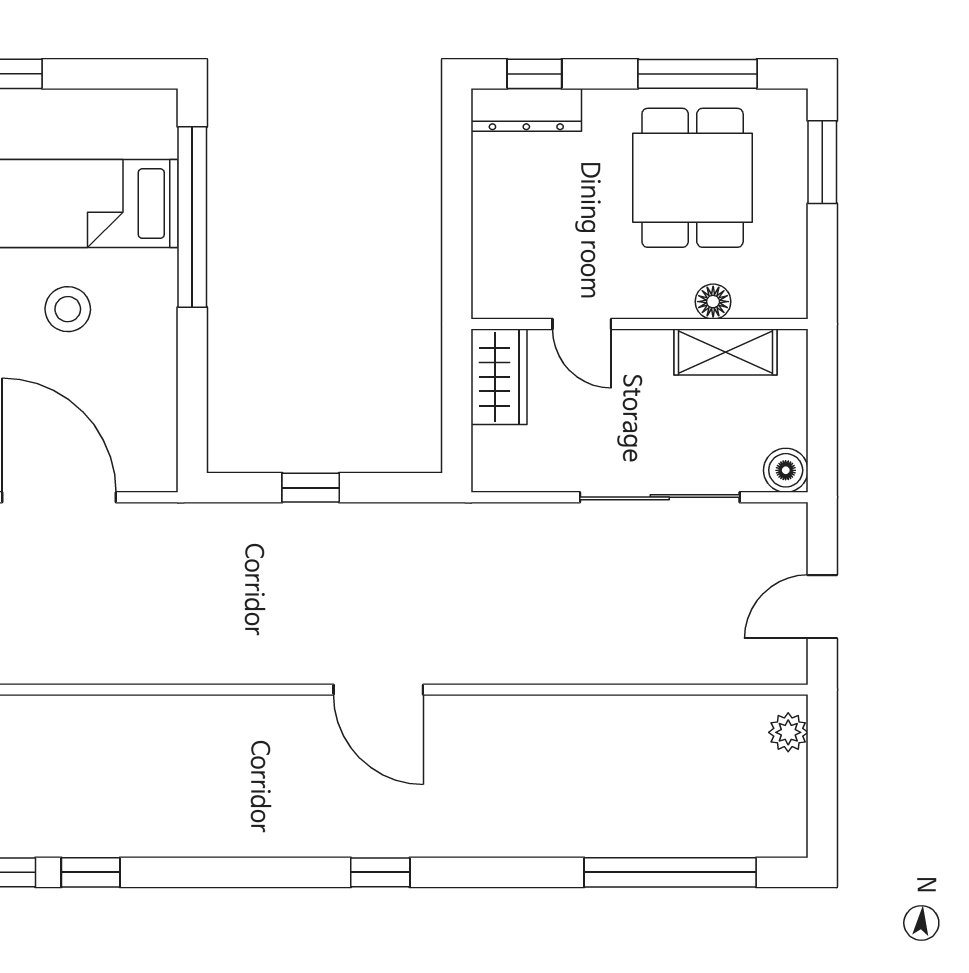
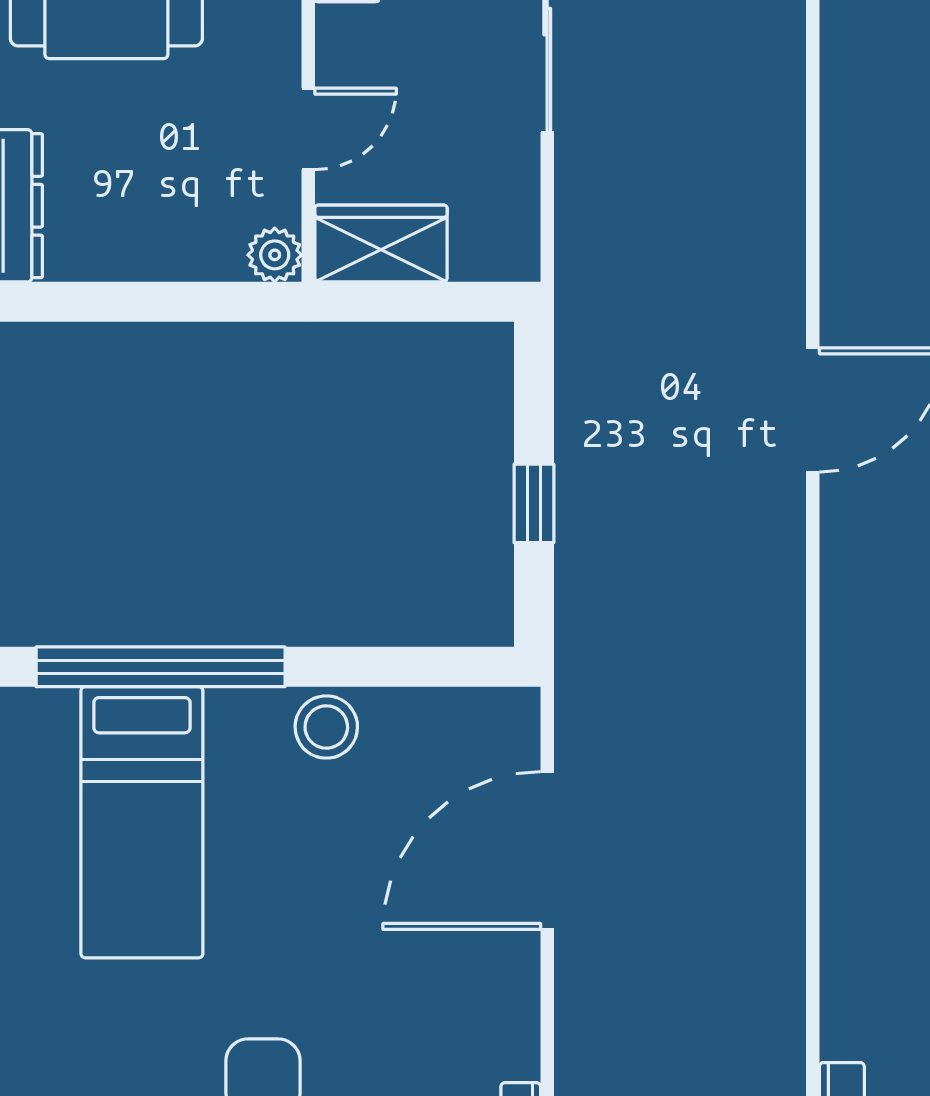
plant: (491, 300) -> (275, 255), added
stool: (68, 309) -> (326, 727), moved

